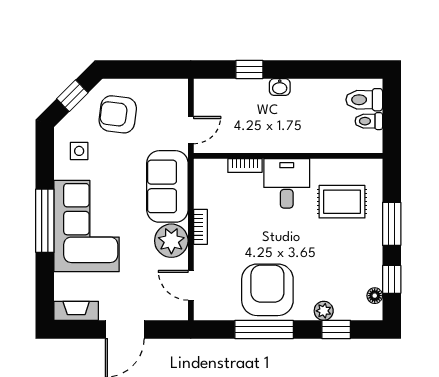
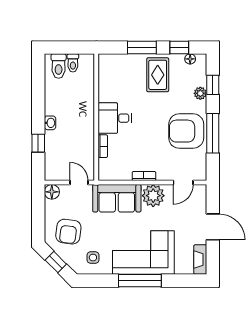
floor lamp: (177, 90) -> (52, 192), added
rug: (342, 202) -> (158, 75), moved

